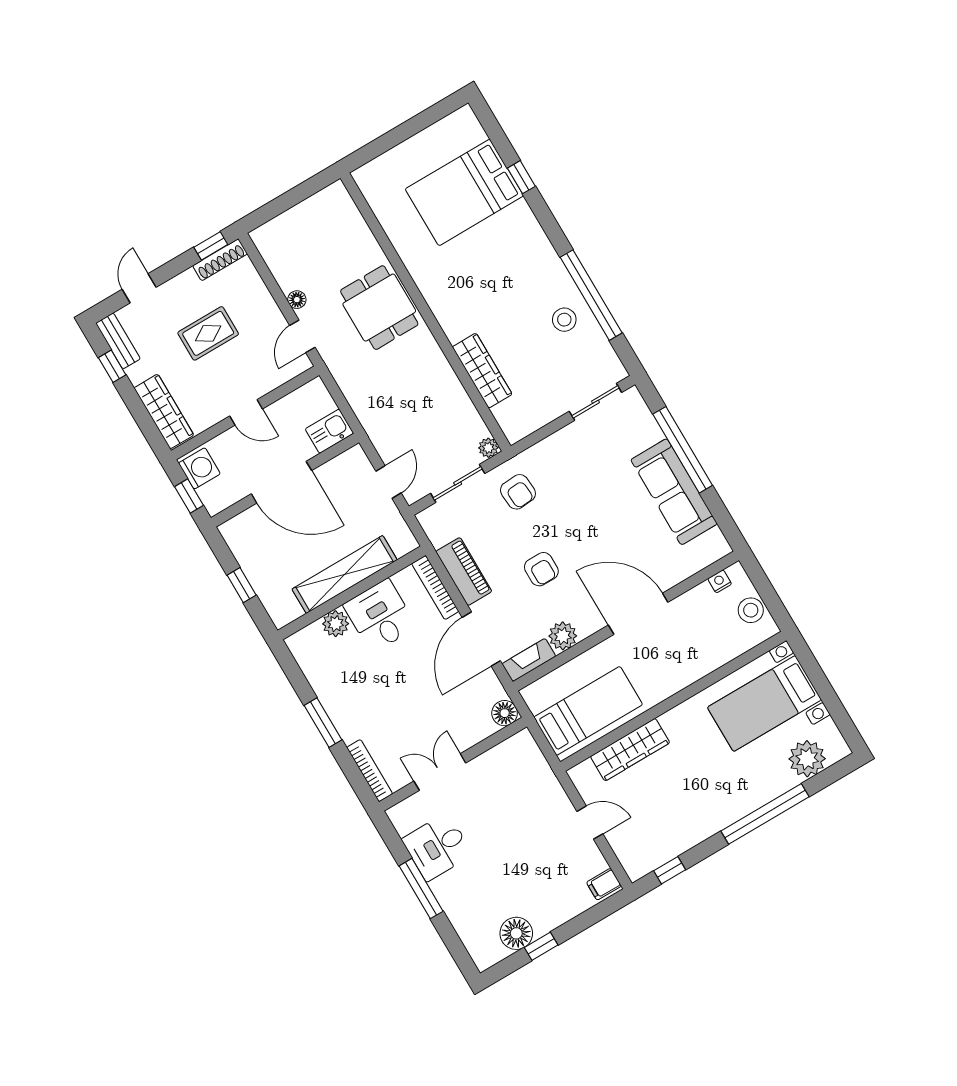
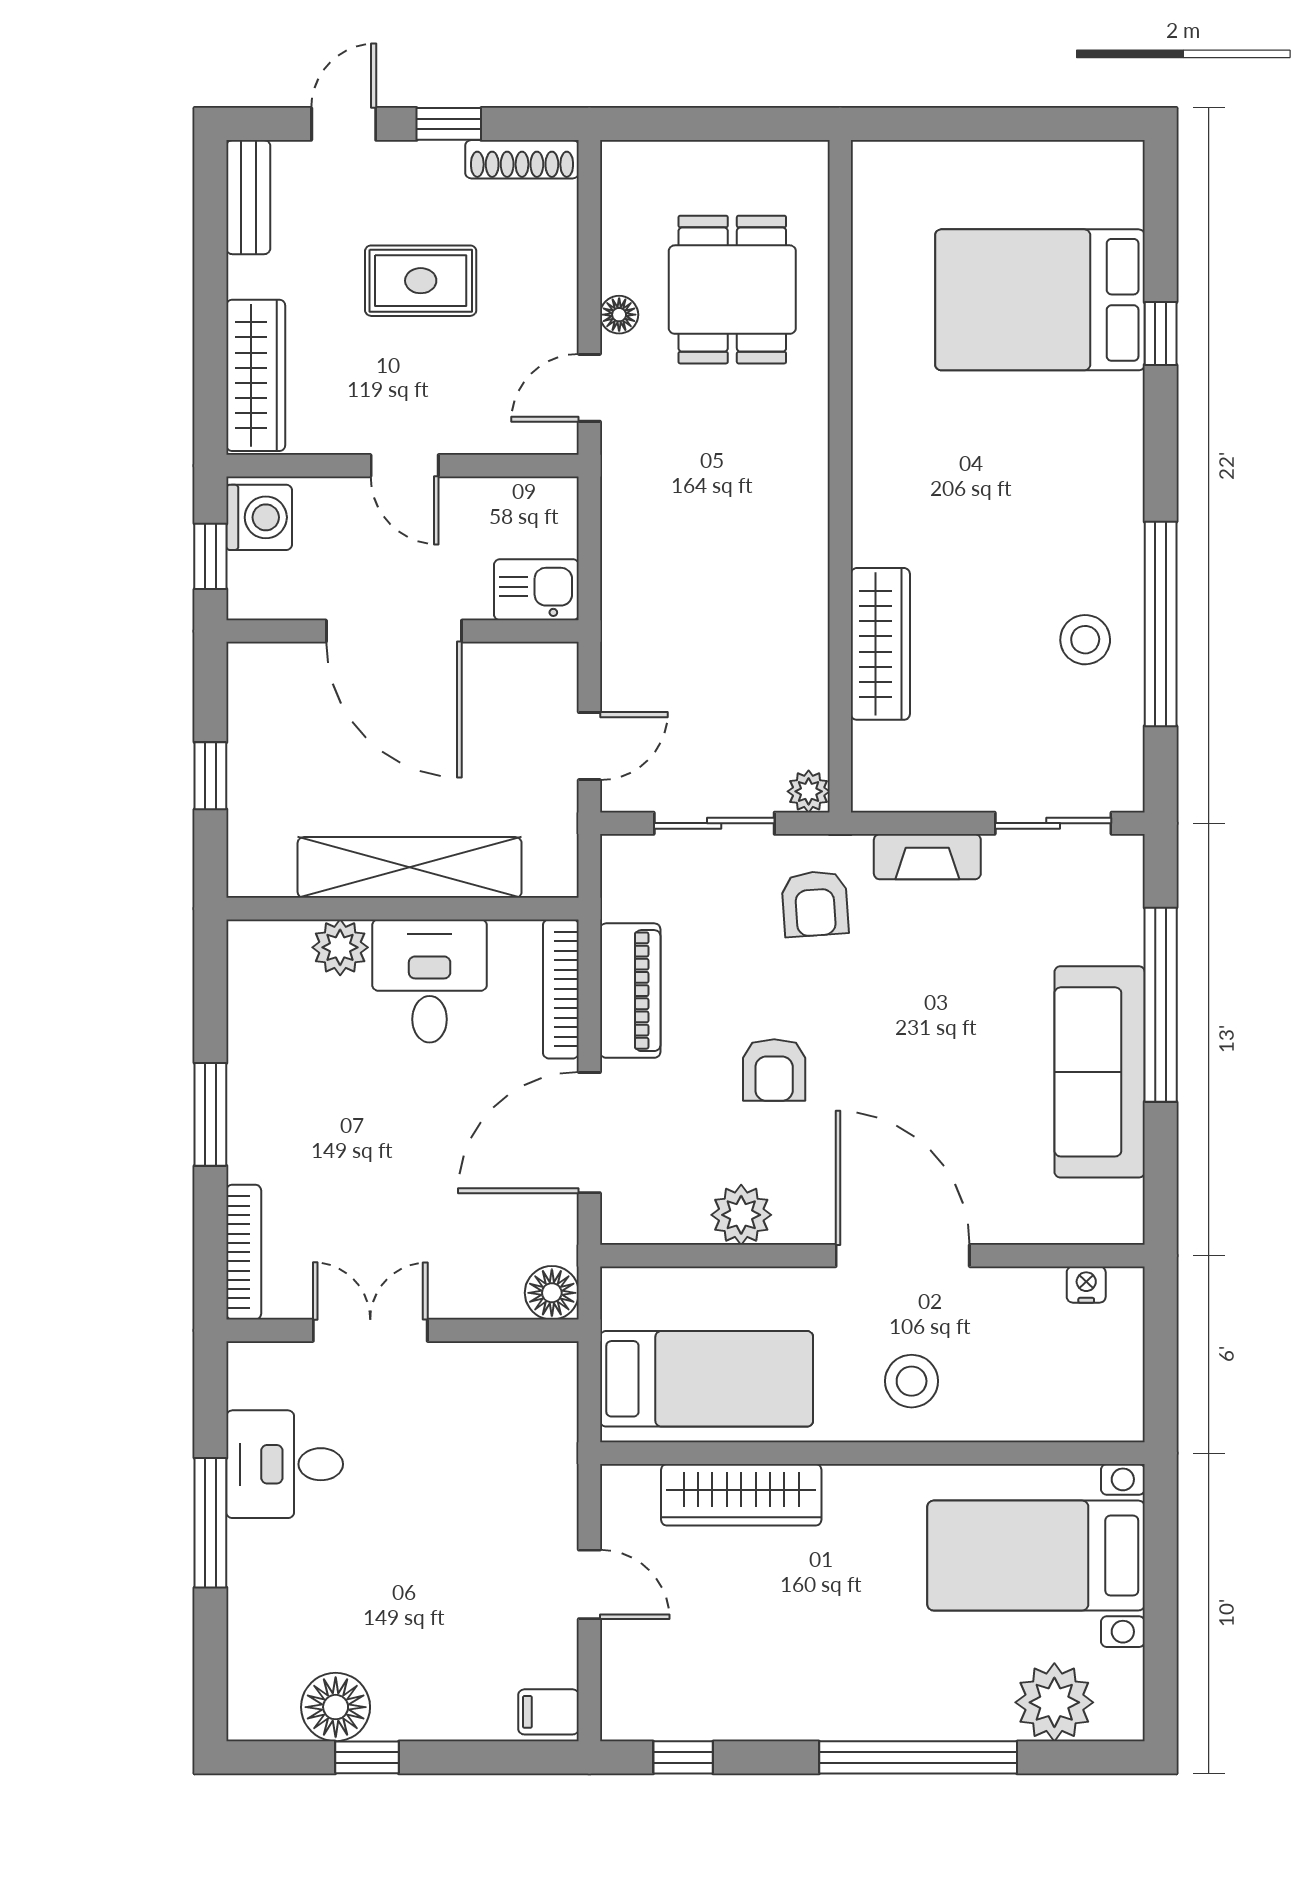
window: (211, 246) -> (449, 124), moved
dining table: (379, 308) -> (732, 290), moved
window: (112, 366) -> (210, 237), removed
stool: (751, 610) -> (912, 1381), moved
fireplace: (529, 660) -> (927, 857), moved, turned 180

